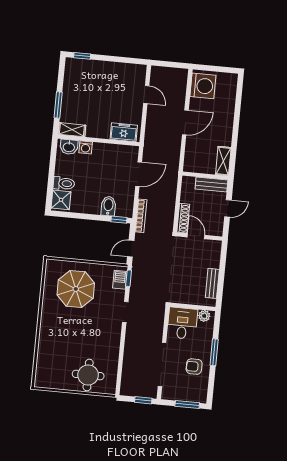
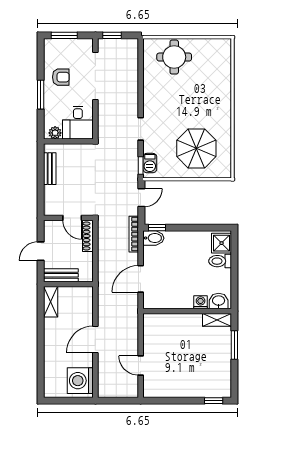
freezer: (124, 132) -> (161, 322), removed
bidet: (108, 206) -> (153, 238), moved, turned -90

